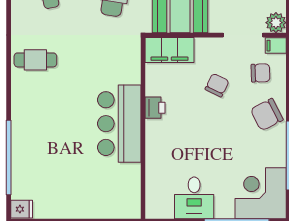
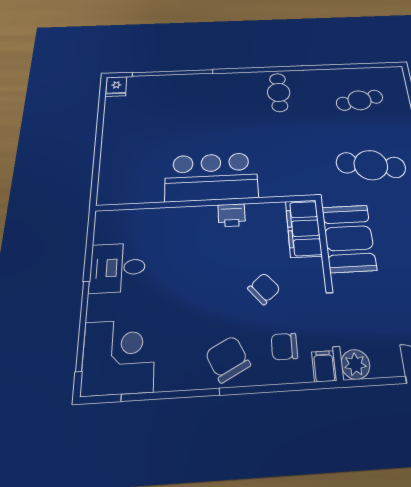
chair: (260, 73) -> (284, 346), turned 92
chair: (217, 85) -> (264, 289), turned -67

